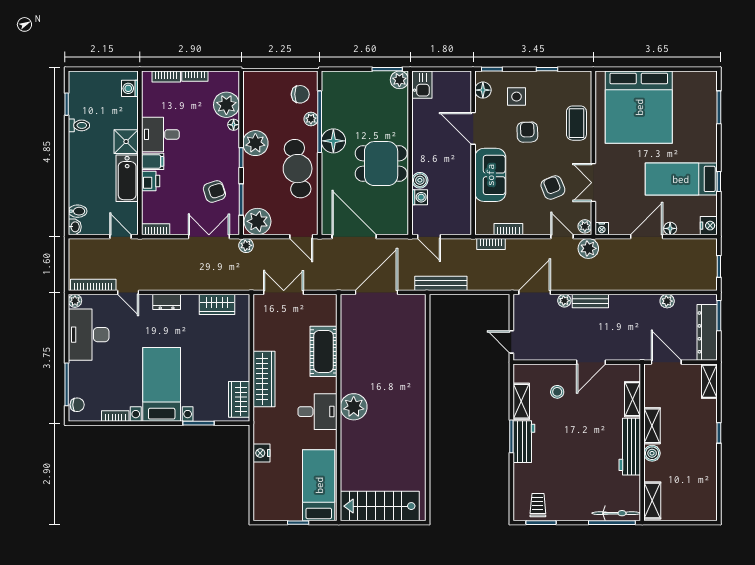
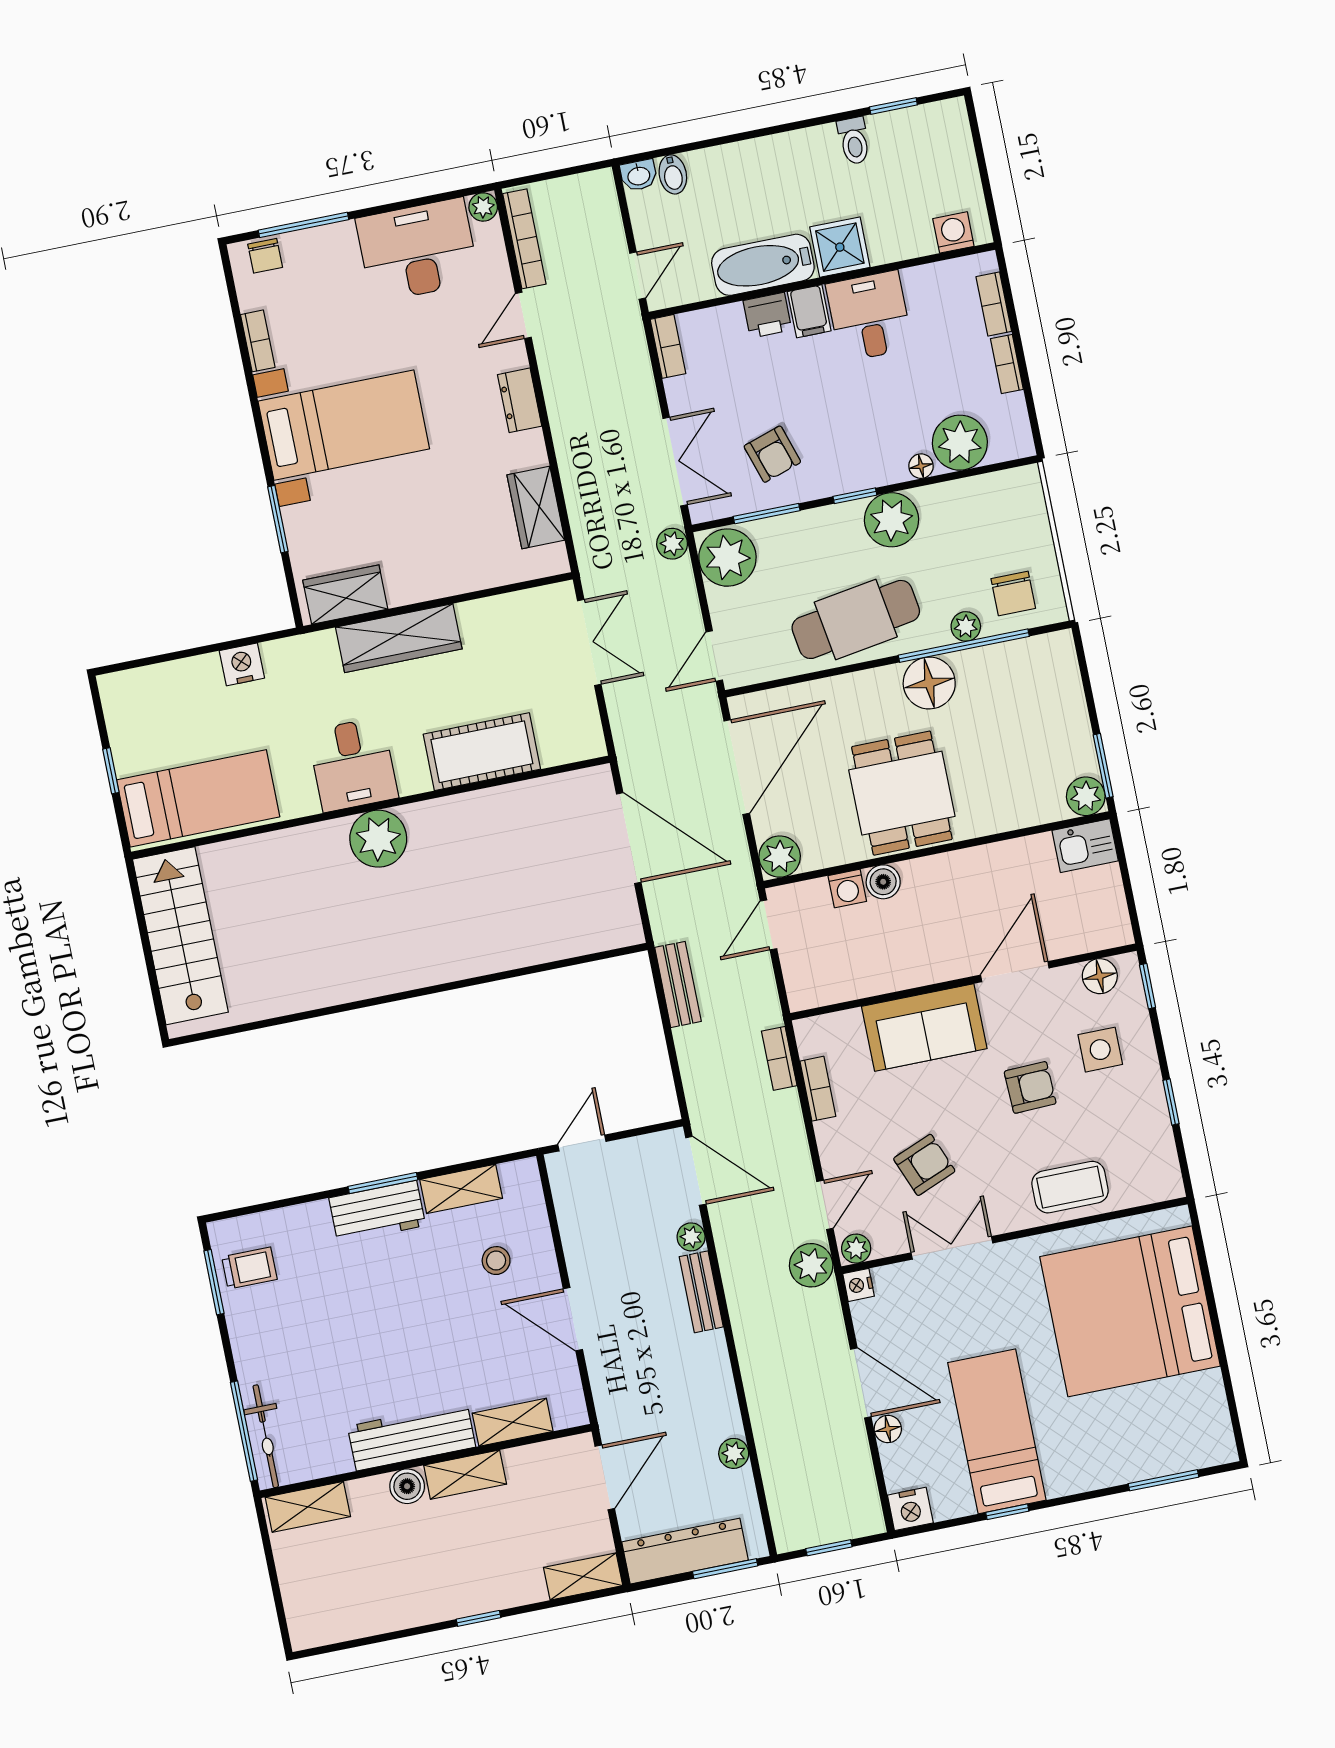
plant: (399, 225) -> (780, 857), added
bench: (441, 283) -> (678, 984), width x0.73

